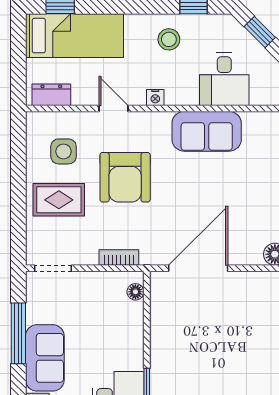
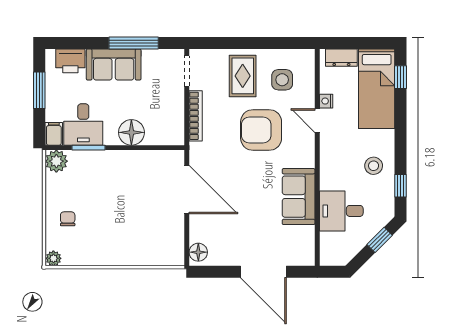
dresser: (51, 95) -> (341, 58), moved, turned 90
nightstand: (155, 98) -> (326, 101), moved
door: (114, 108) -> (317, 121), swing flipped
bookcase: (119, 257) -> (196, 116), width x1.56
floor lamp: (135, 292) -> (131, 132), moved, width x1.89, depth x1.89

